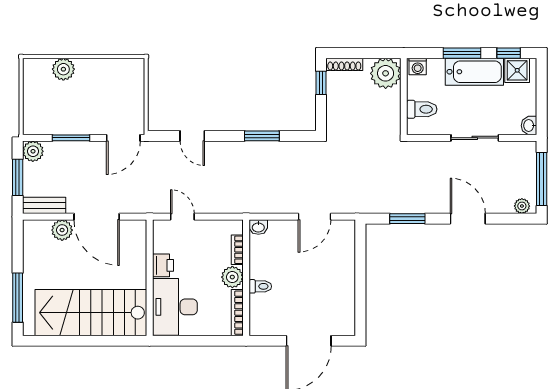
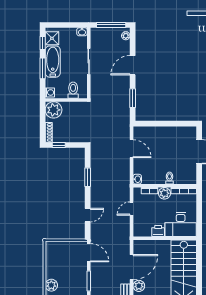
door: (182, 217) -> (132, 209), moved

